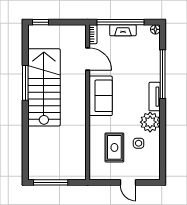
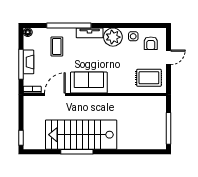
window: (120, 22) -> (21, 64), width x0.68
coffee table: (140, 61) -> (57, 47), added
side table: (139, 143) -> (133, 36), moved
rug: (114, 147) -> (149, 78), moved
armchair: (143, 163) -> (151, 43), added

